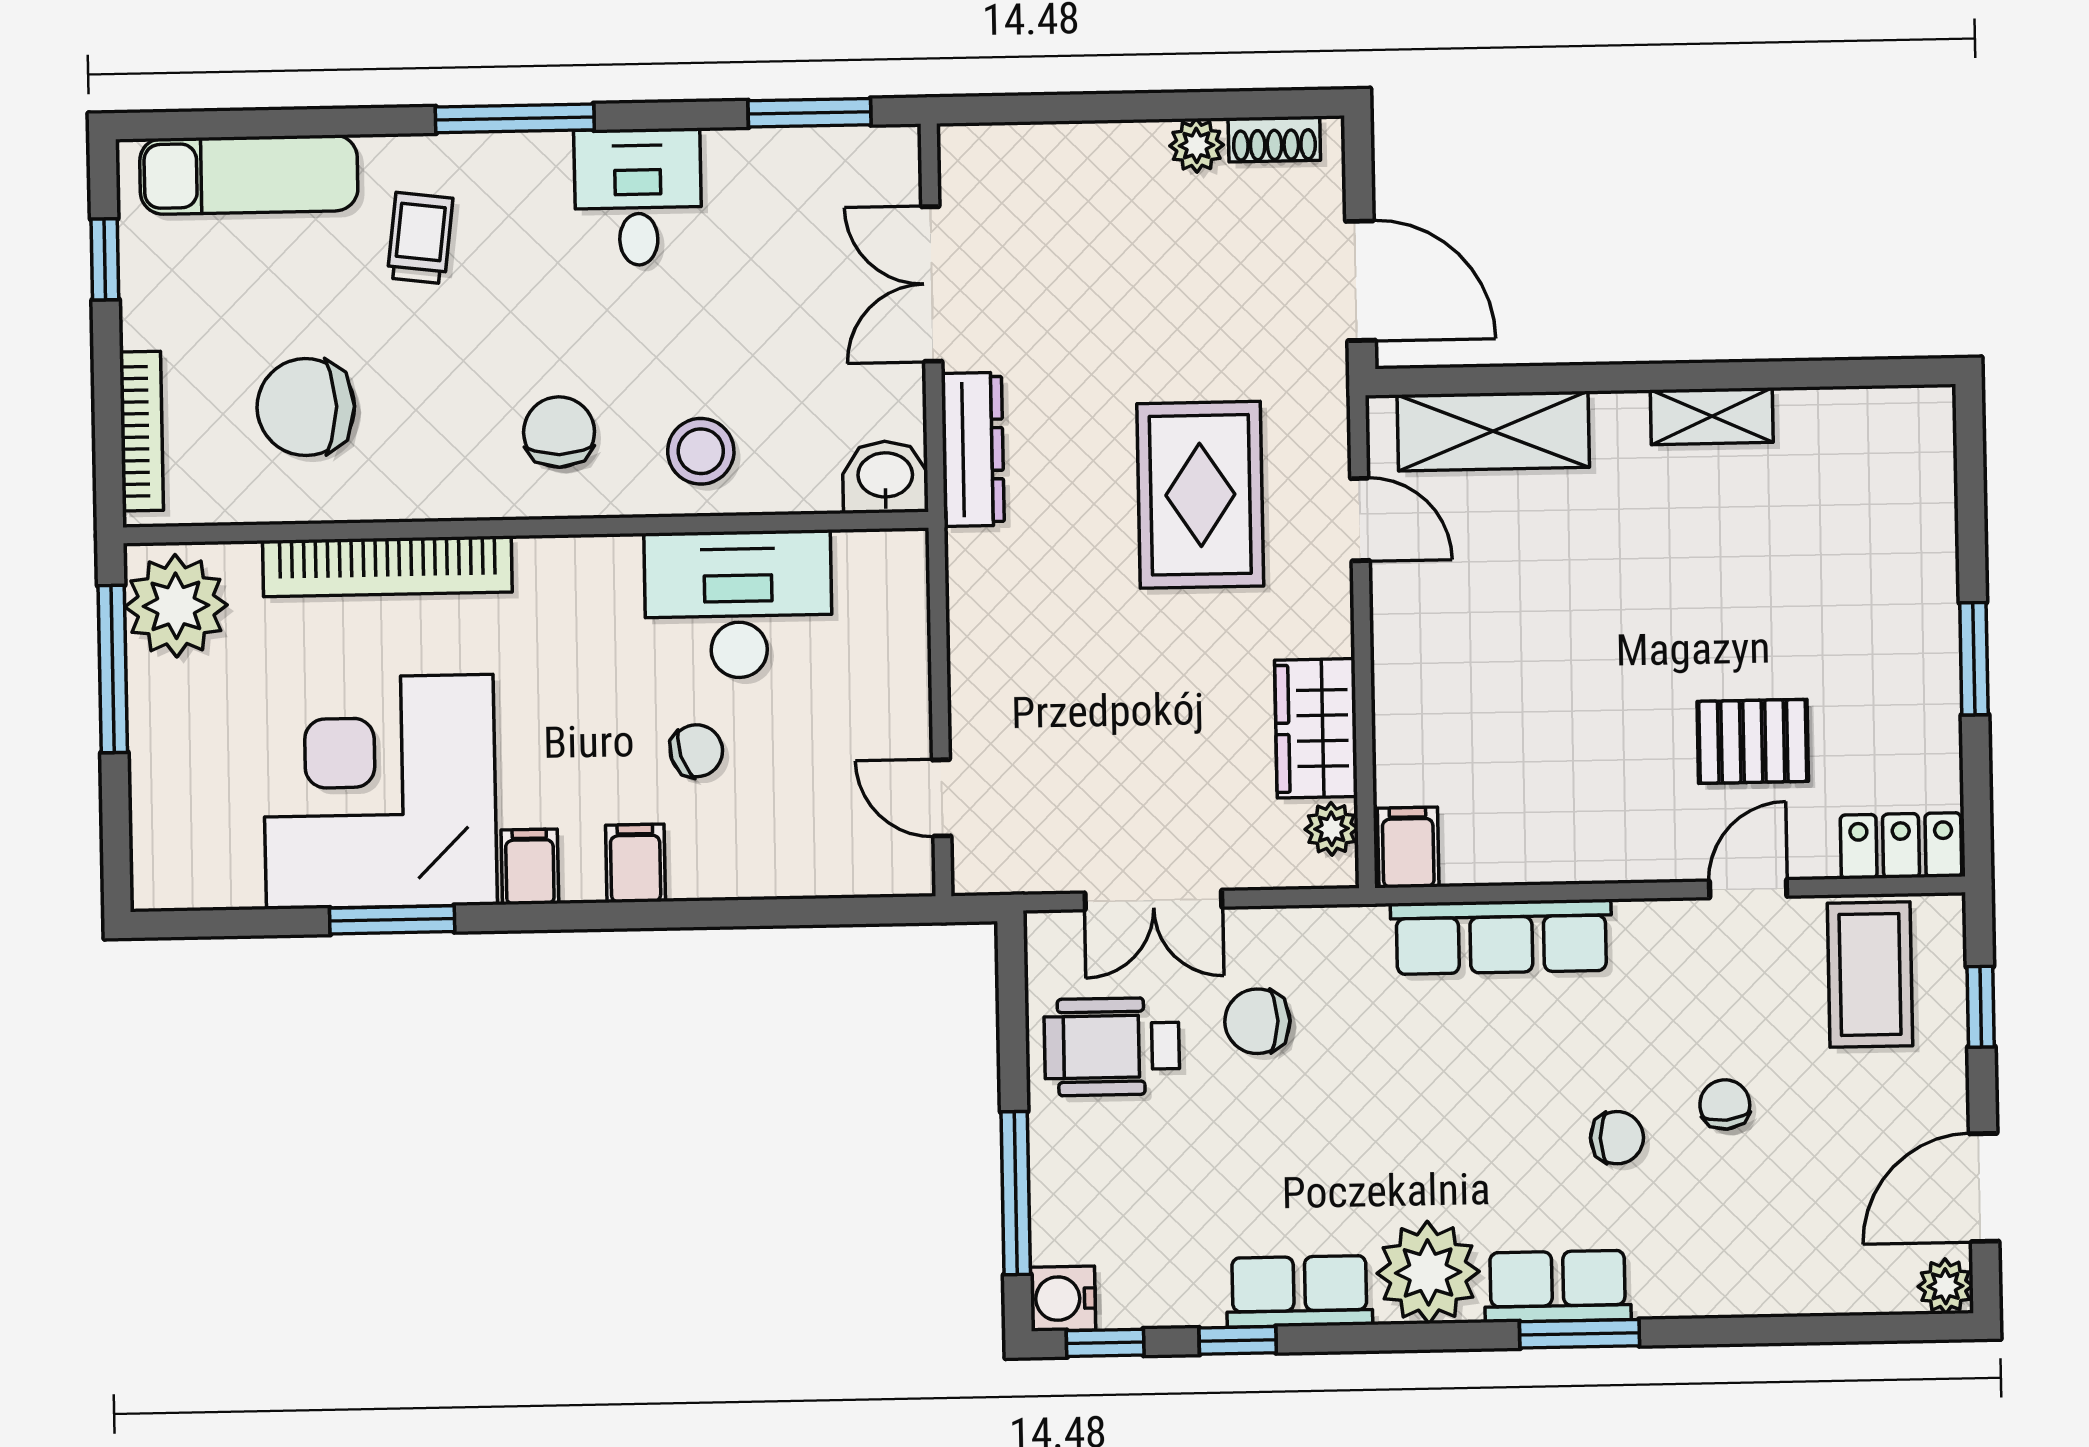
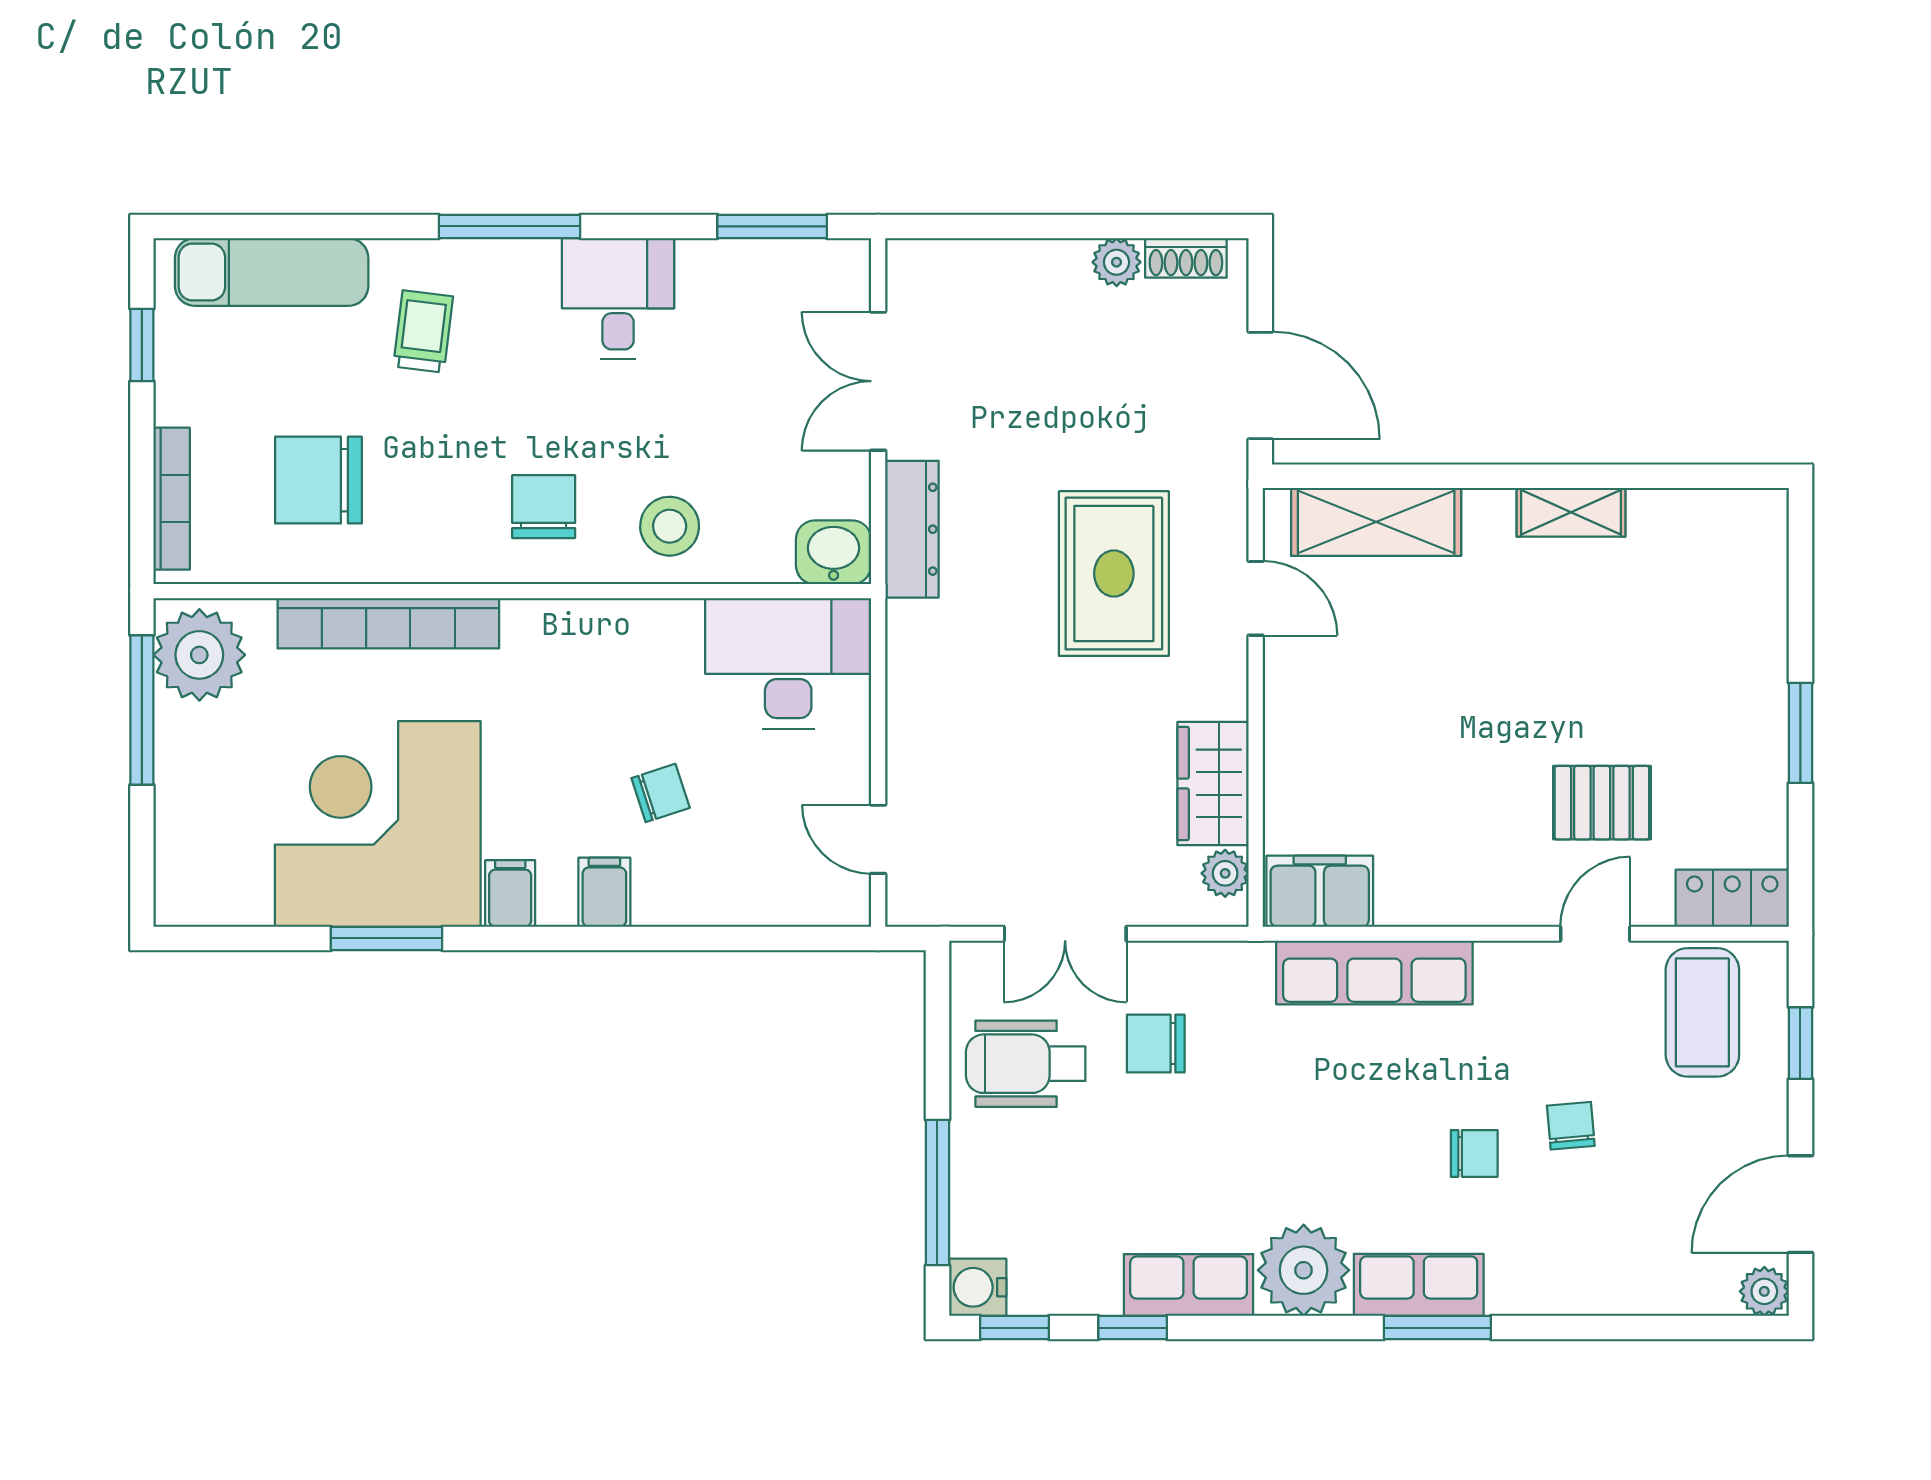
desk: (738, 604) -> (788, 663), moved
filing cabinet: (1408, 847) -> (1320, 891), width x2.00

